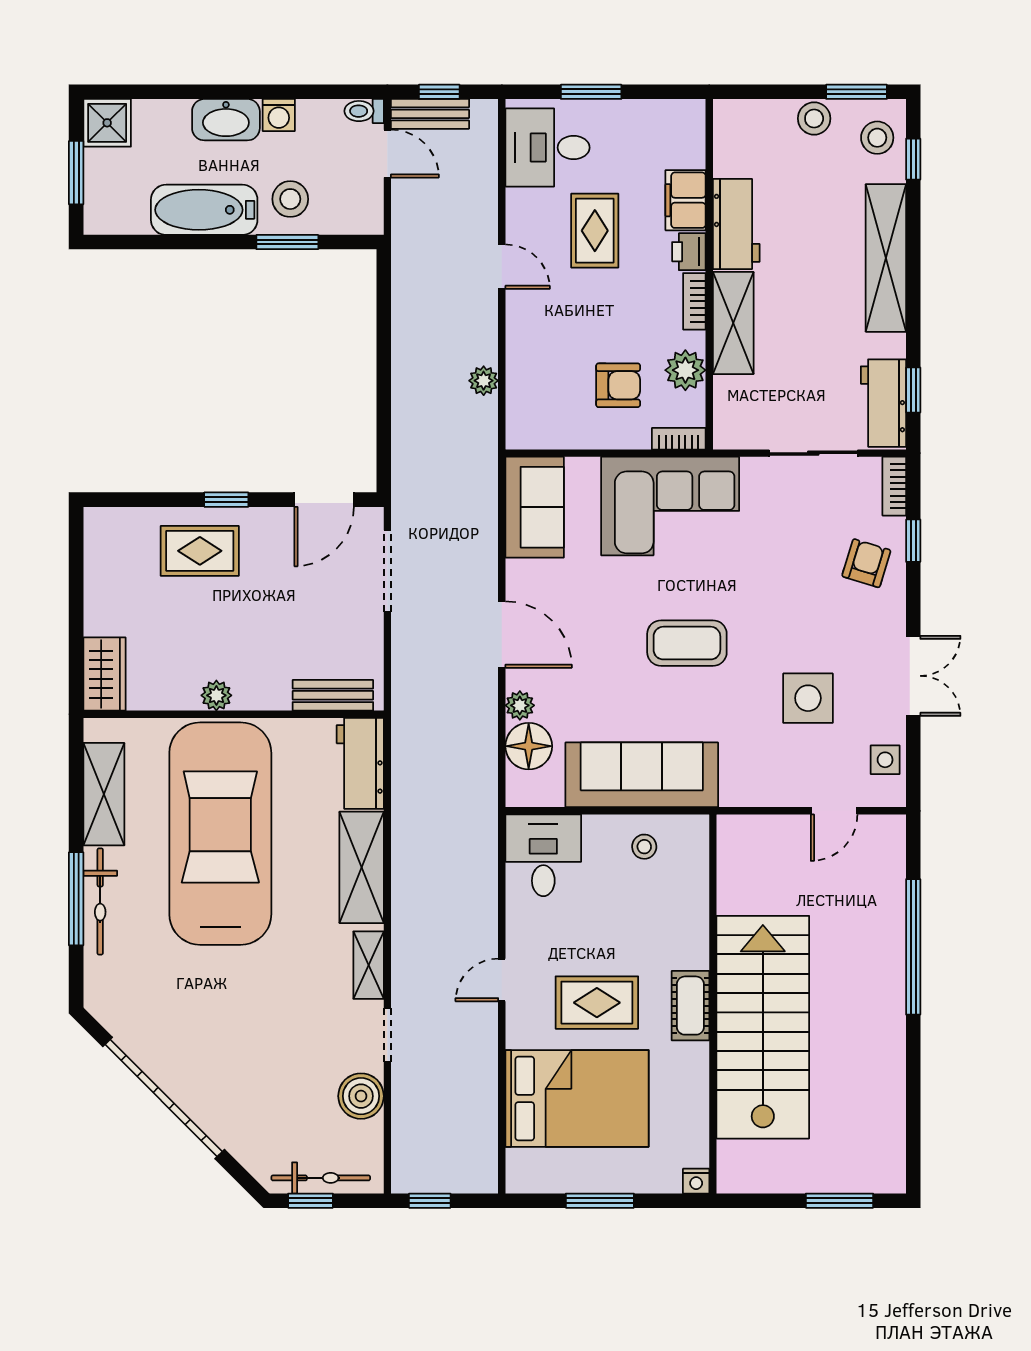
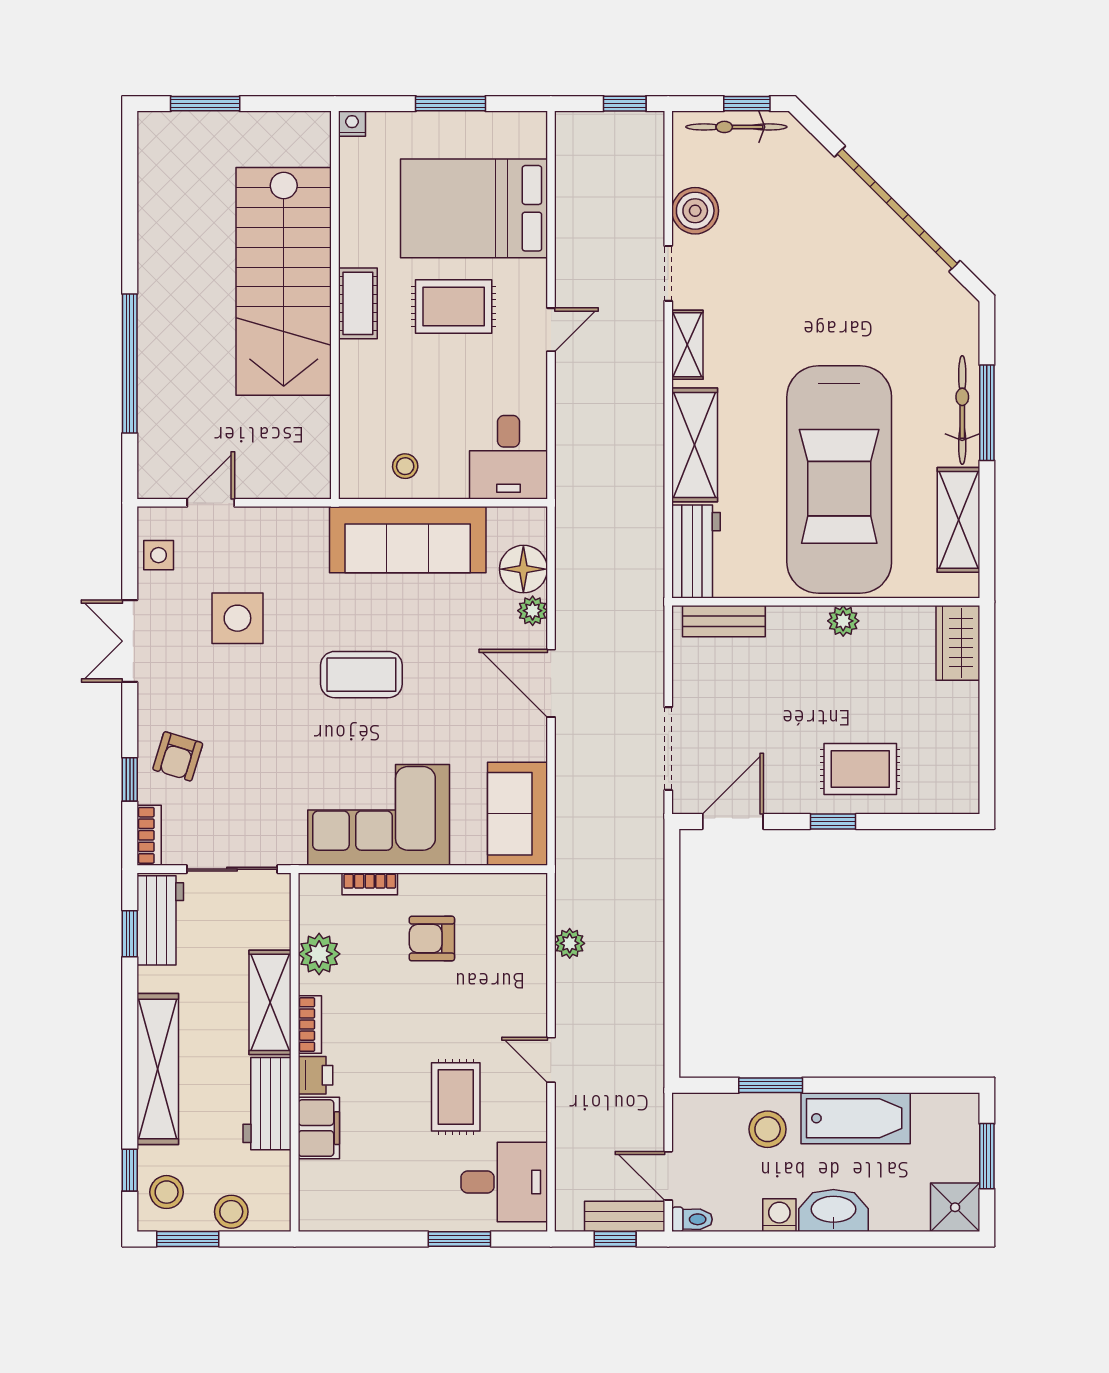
filing cabinet: (686, 200) -> (319, 1128), moved
workbench: (736, 224) -> (267, 1104), moved
printer: (689, 252) -> (315, 1075), moved
wall: (709, 274) -> (295, 1052), moved
bookcase: (694, 301) -> (310, 1025), moved
shelving: (733, 323) -> (270, 1002), moved
plant: (685, 370) -> (319, 954), moved

